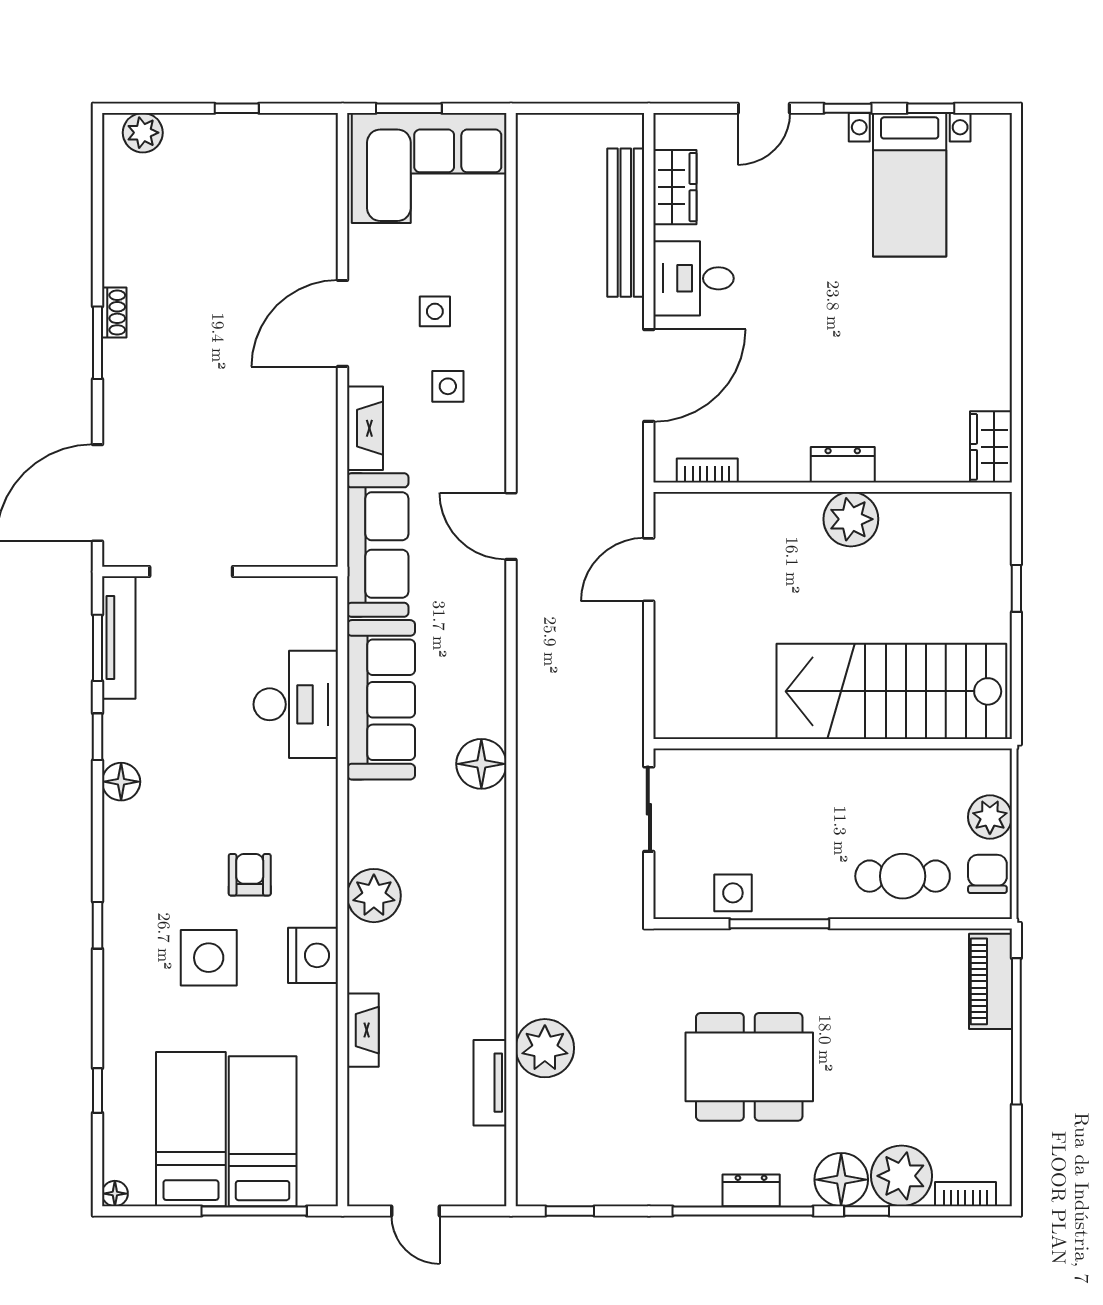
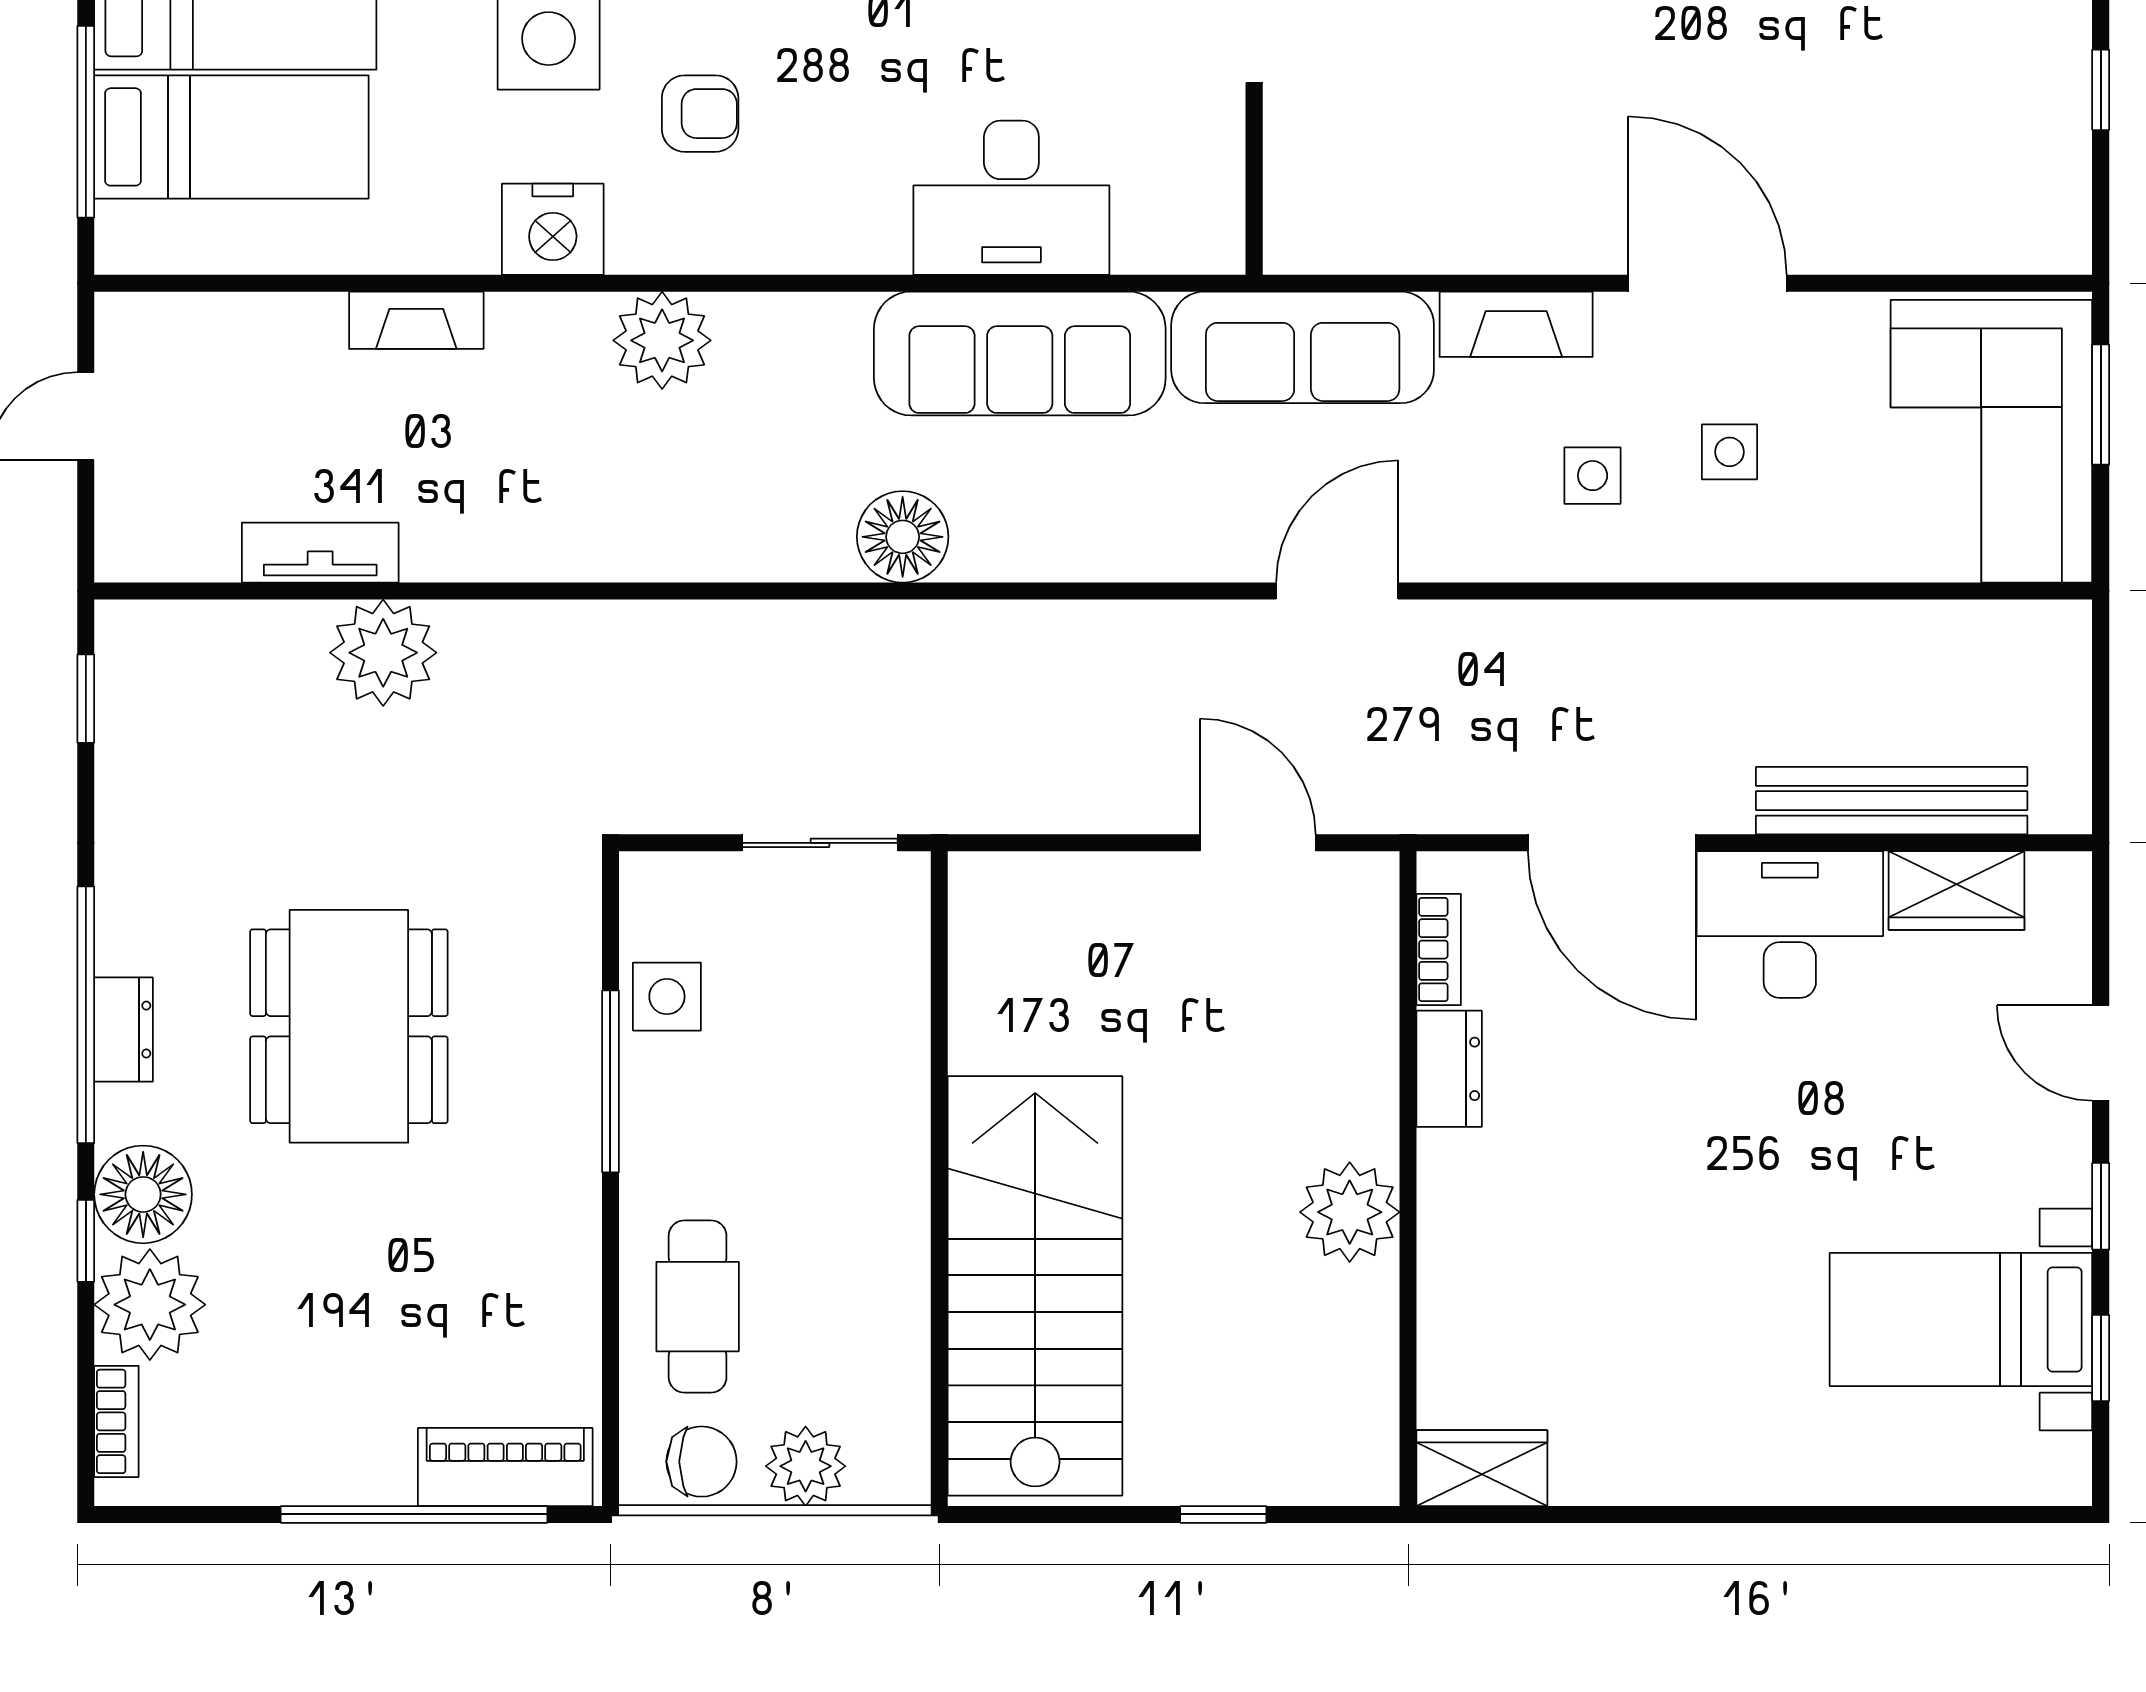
desk: (694, 278) -> (1790, 925), width x1.37
dresser: (843, 465) -> (1449, 1069), moved

